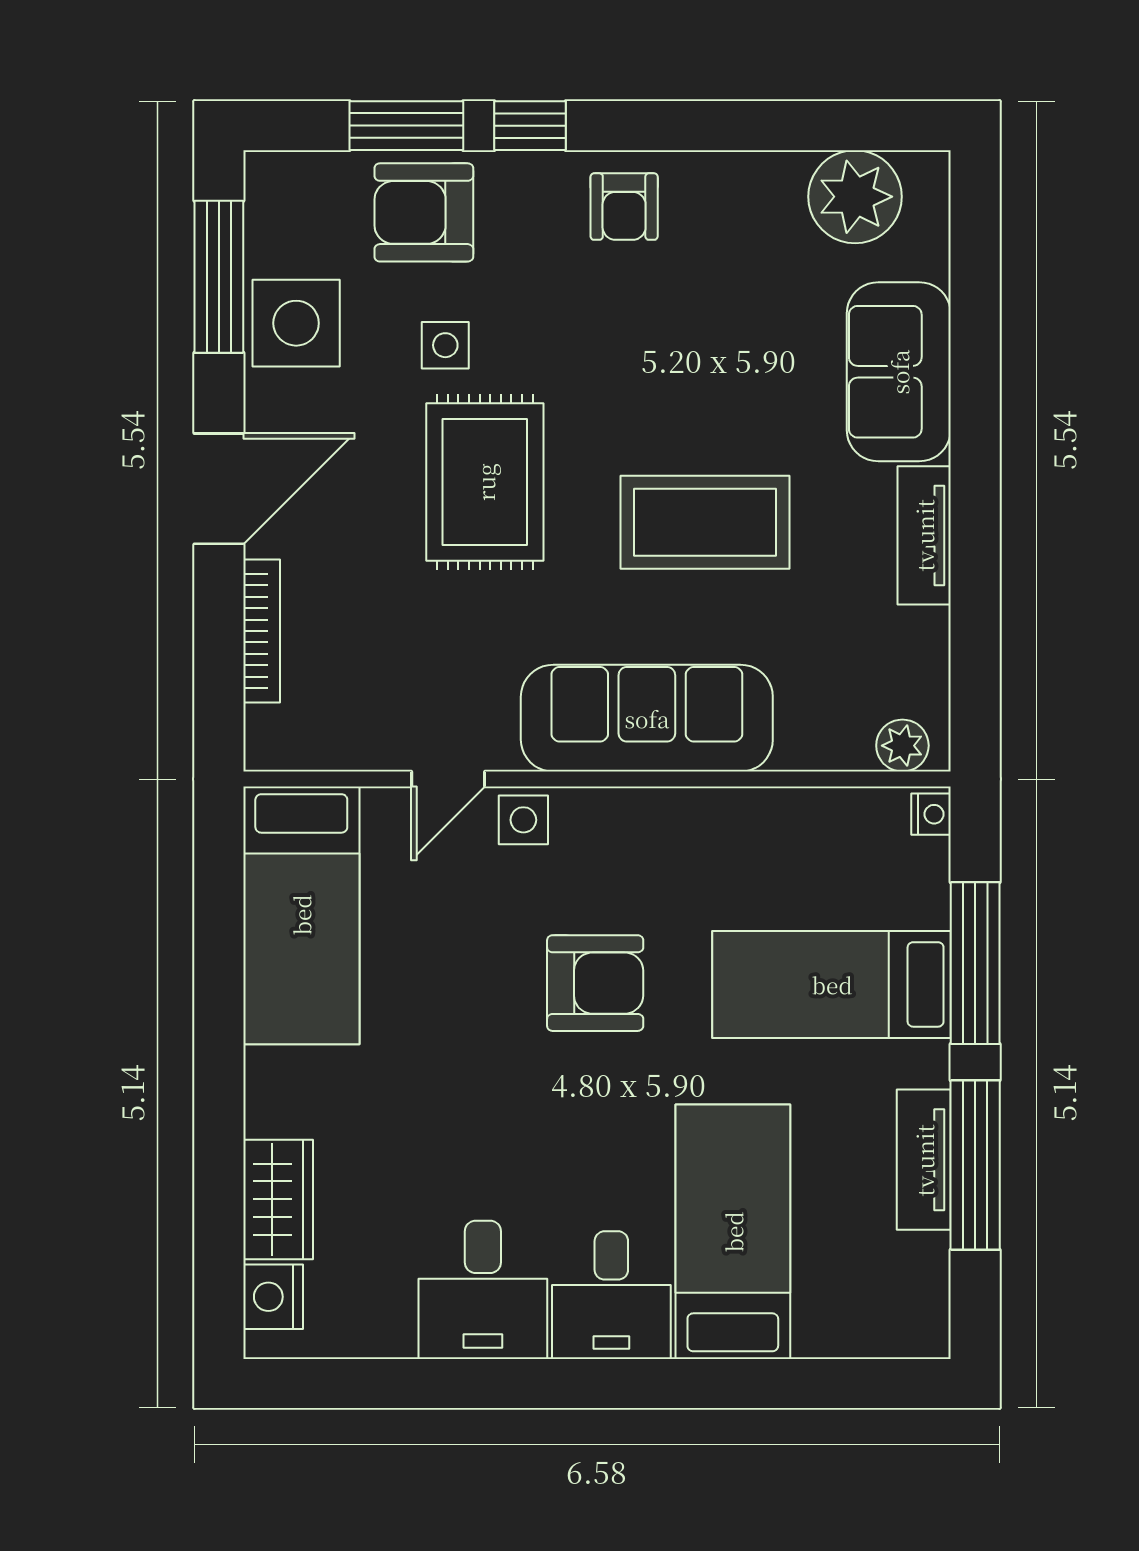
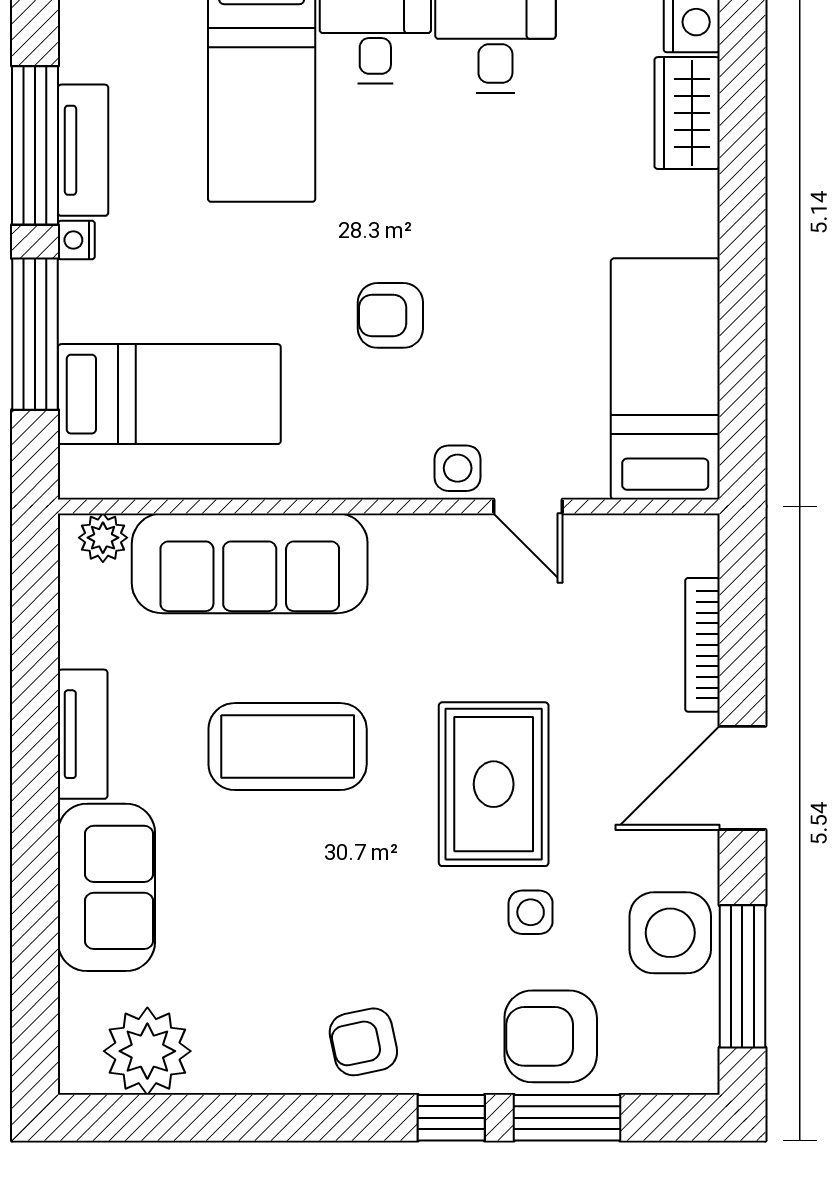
armchair: (624, 207) -> (363, 1042), turned -102
armchair: (424, 212) -> (551, 1036), turned 180
sofa: (647, 718) -> (250, 563), moved
door: (448, 779) -> (528, 506), swing flipped
nightstand: (931, 814) -> (76, 240), moved
armchair: (595, 983) -> (390, 315), width x0.72, depth x0.72
bed: (832, 984) -> (169, 394), moved

